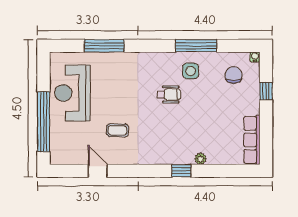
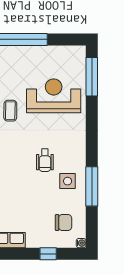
window: (104, 46) -> (92, 77), moved
reception desk: (72, 93) -> (54, 96), moved

